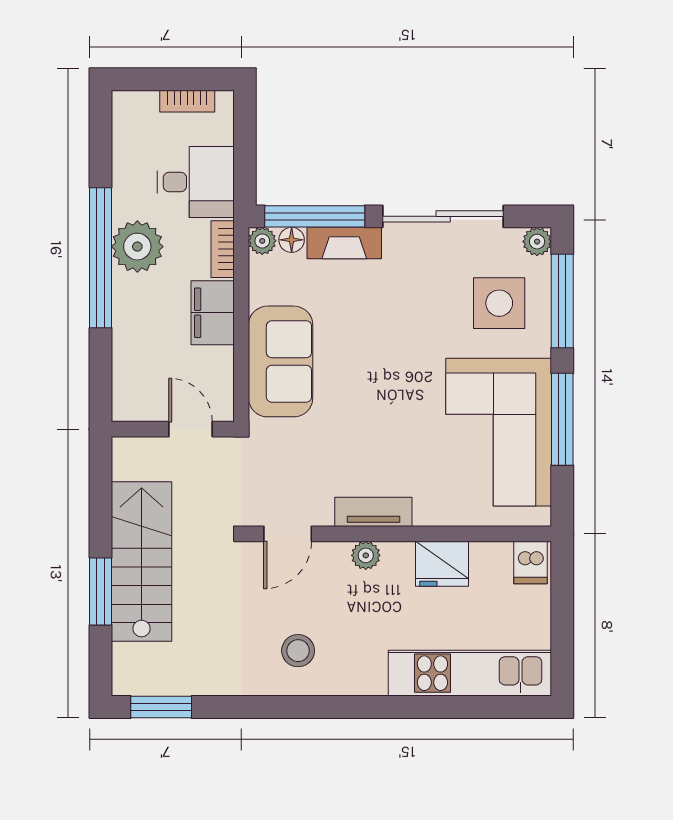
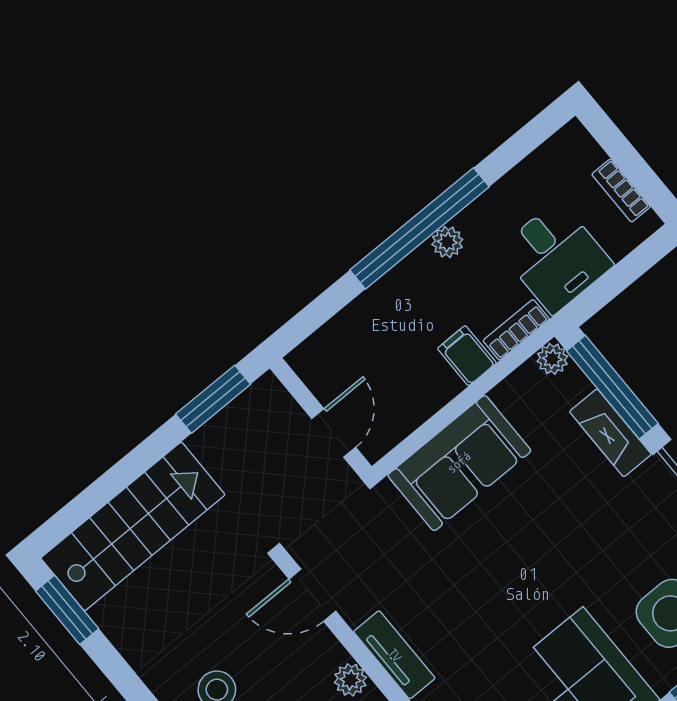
floor lamp: (292, 240) -> (575, 384), removed
plant: (137, 247) -> (447, 242), width x0.53, depth x0.53
filing cabinet: (213, 313) -> (467, 356), width x0.50
stairs: (142, 561) -> (133, 526), moved
window: (101, 591) -> (213, 399), moved

